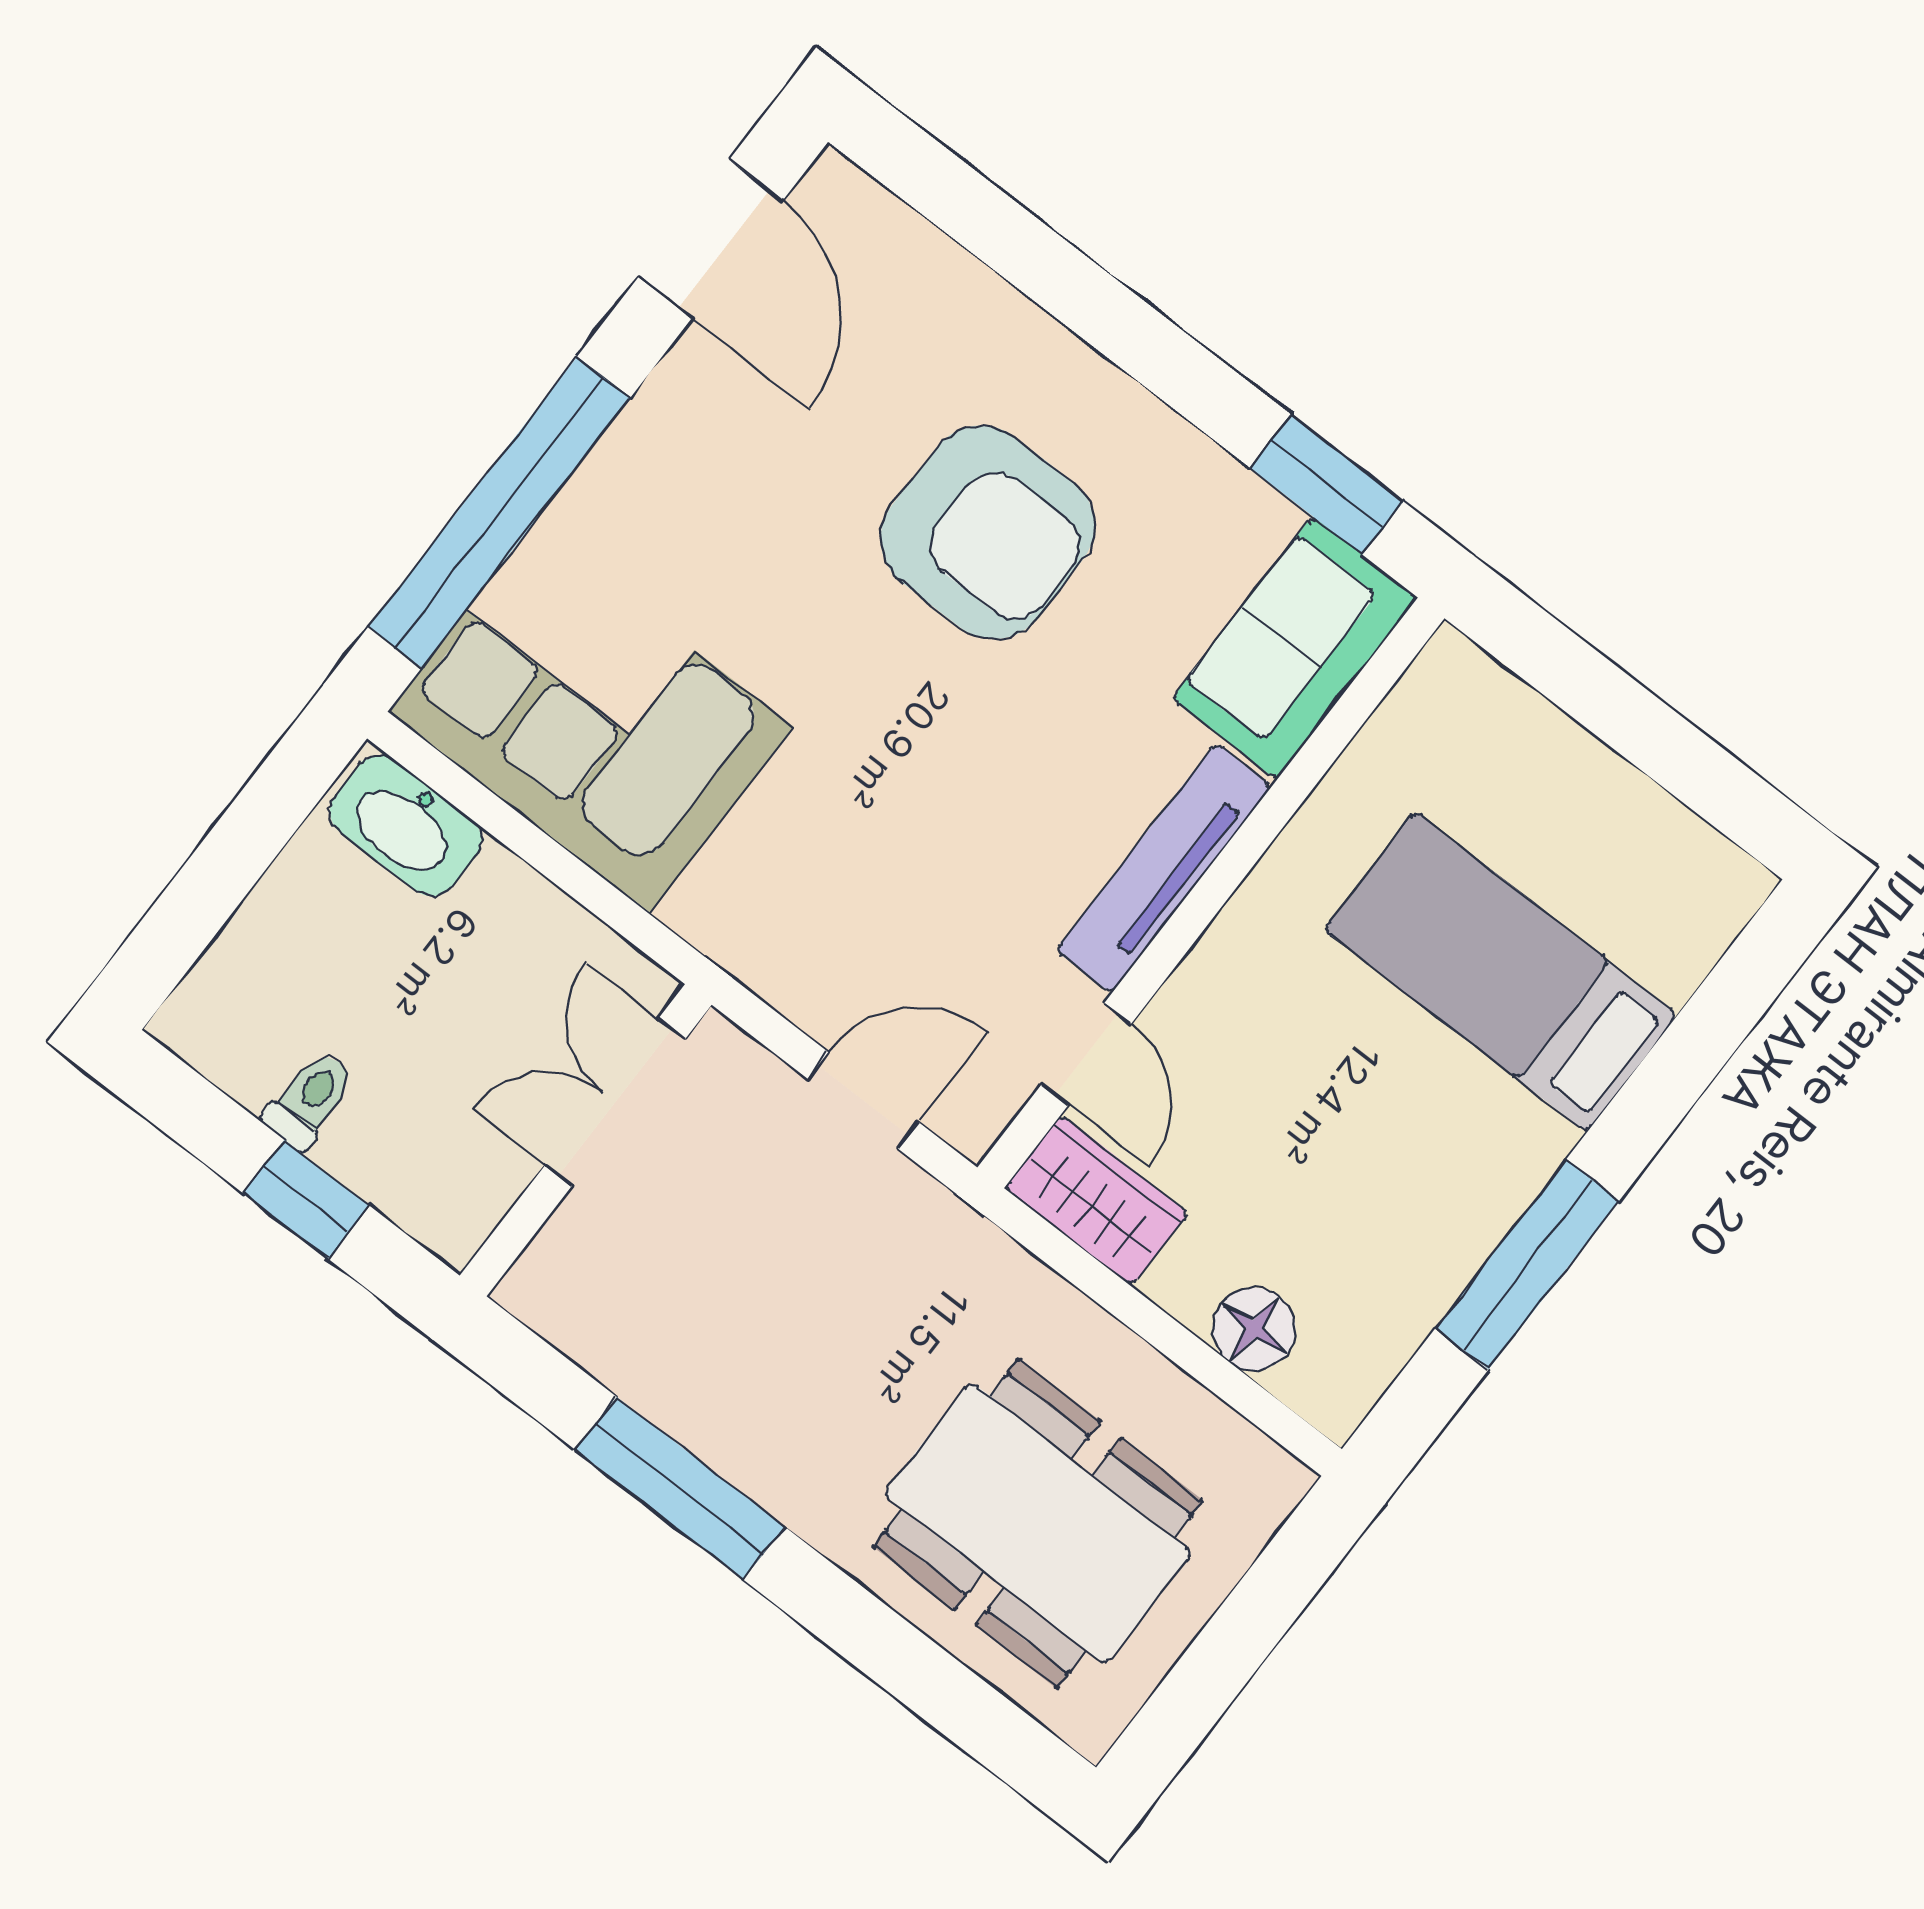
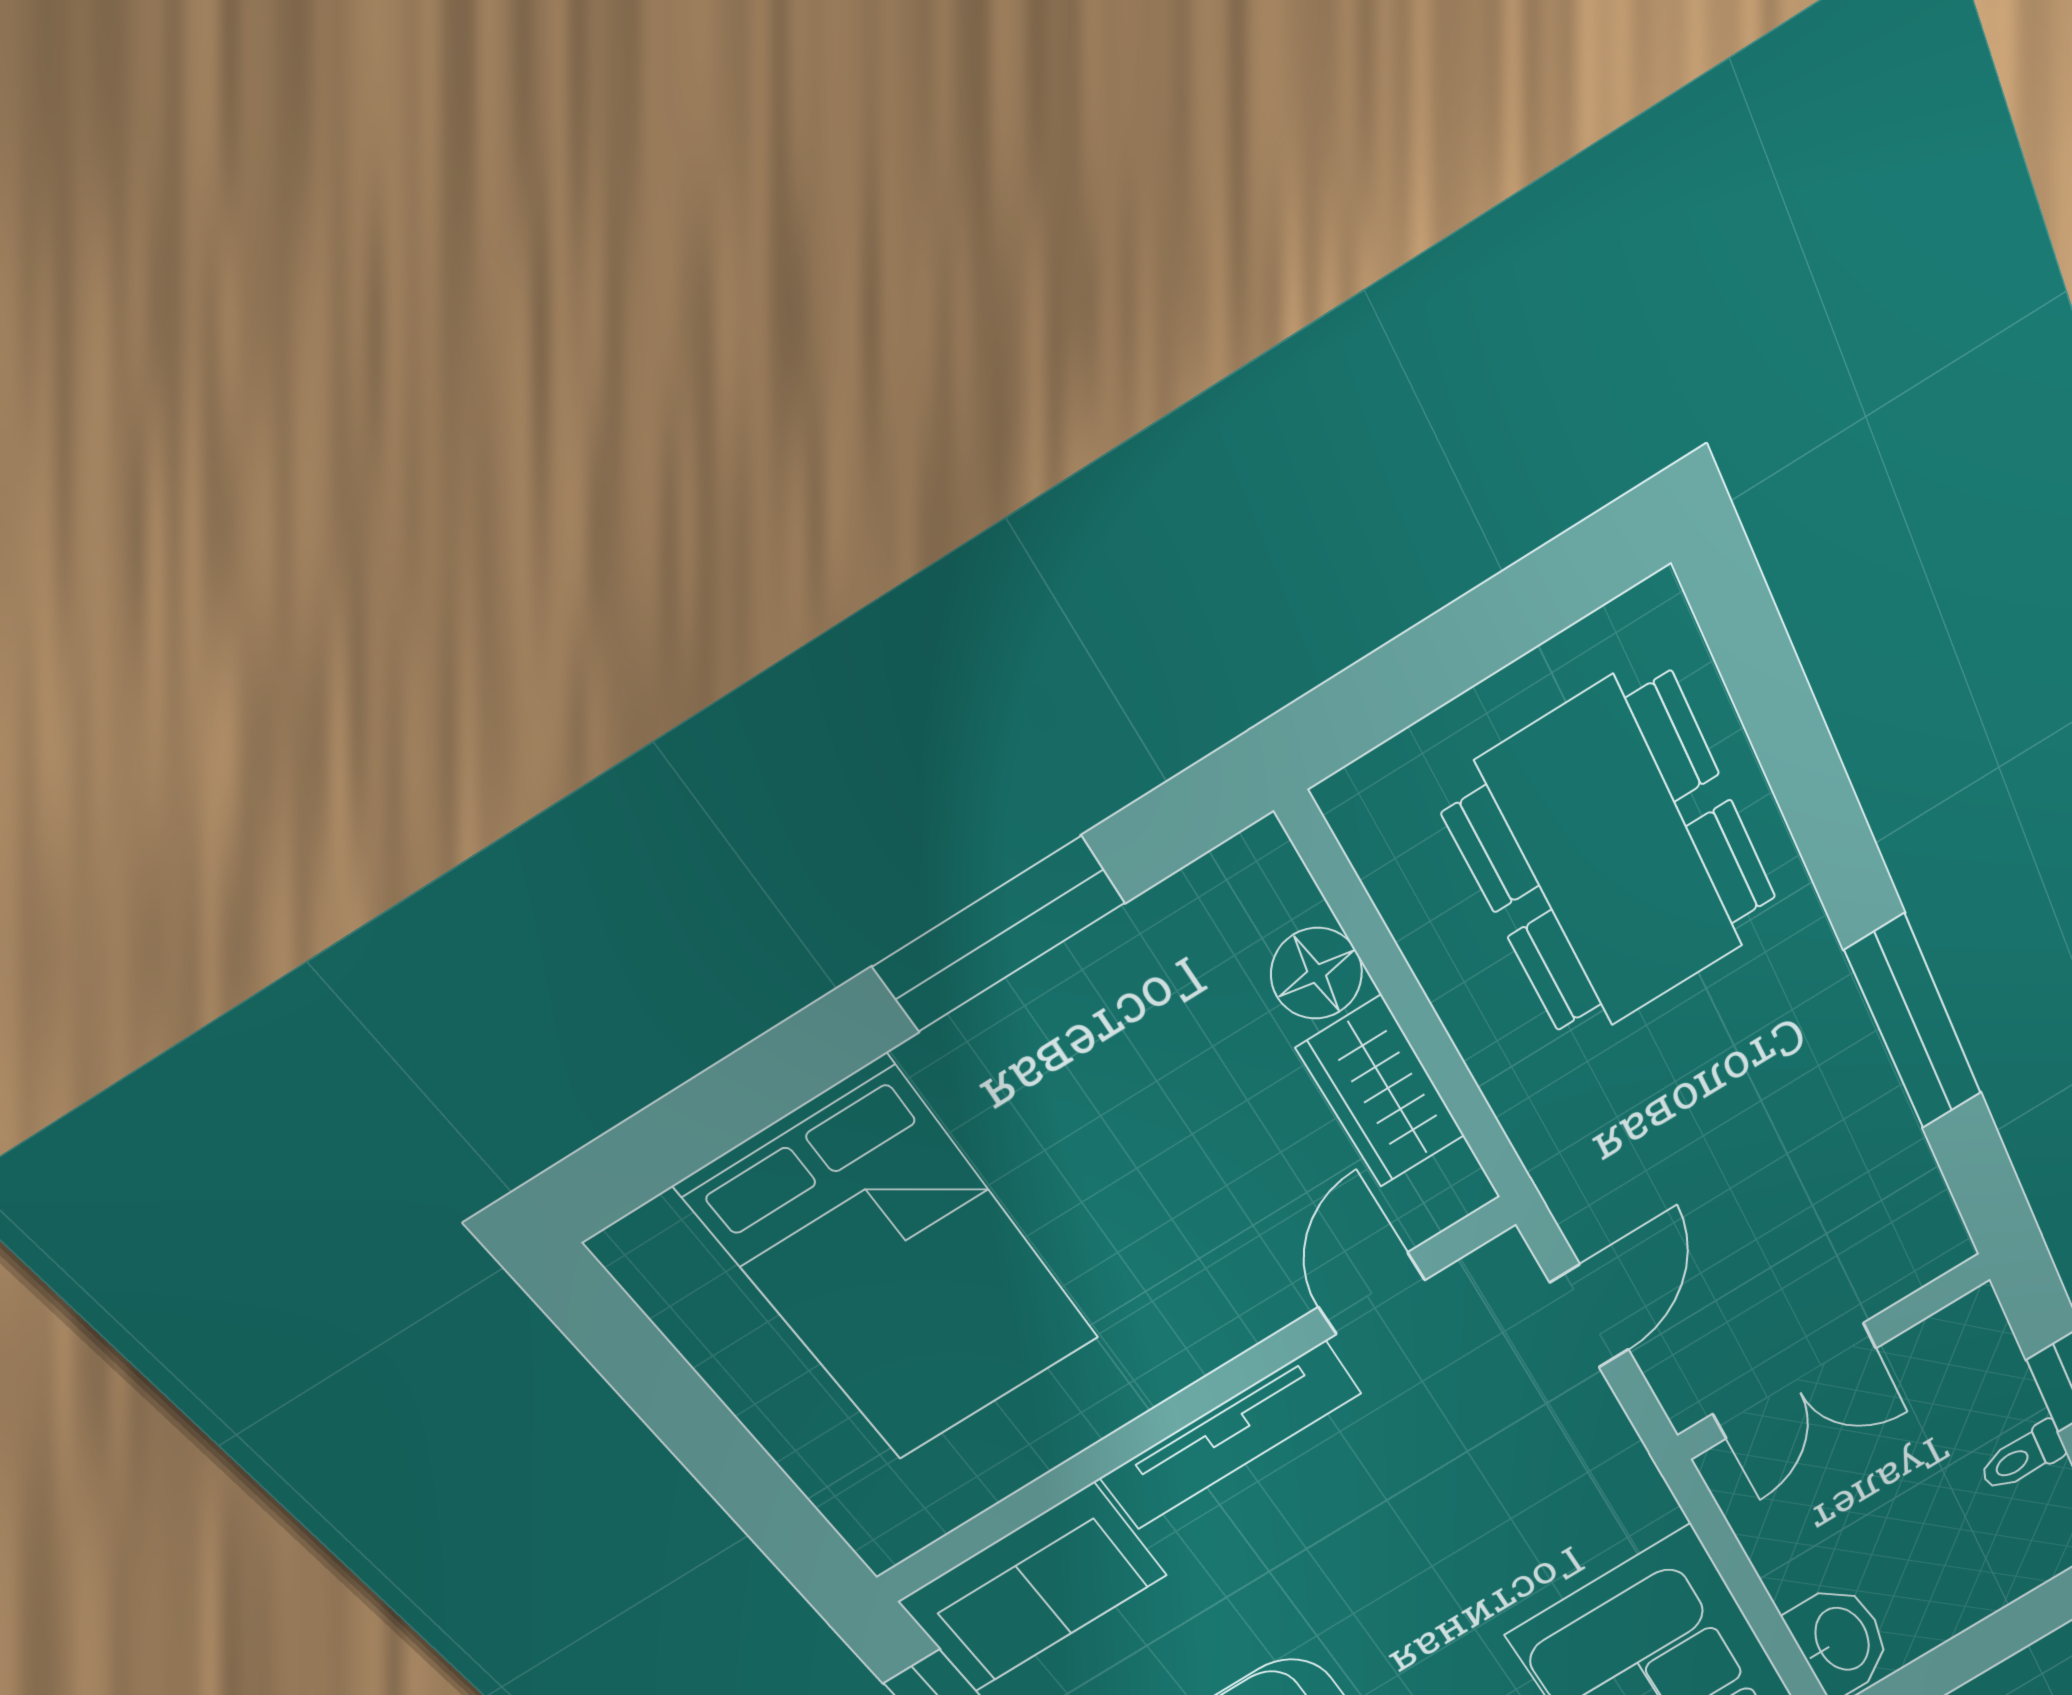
bed: (1501, 972) -> (893, 1265), width x1.50
door: (863, 1100) -> (1589, 1316), swing flipped
wardrobe: (1096, 1200) -> (1381, 1092), moved

